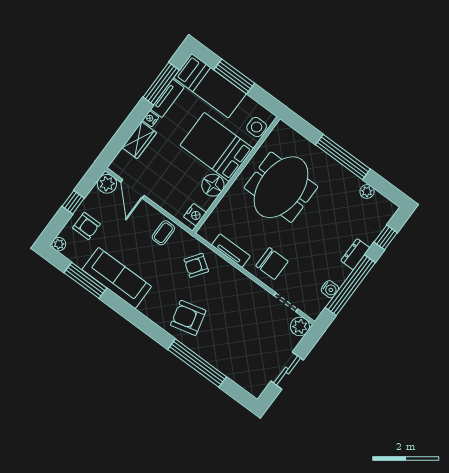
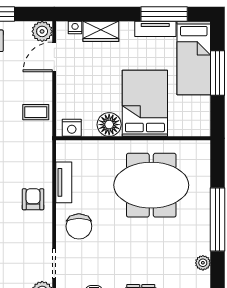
nightstand: (150, 119) -> (75, 27), moved
side table: (257, 127) -> (188, 125), removed
armchair: (196, 265) -> (33, 199), moved, turned 55

